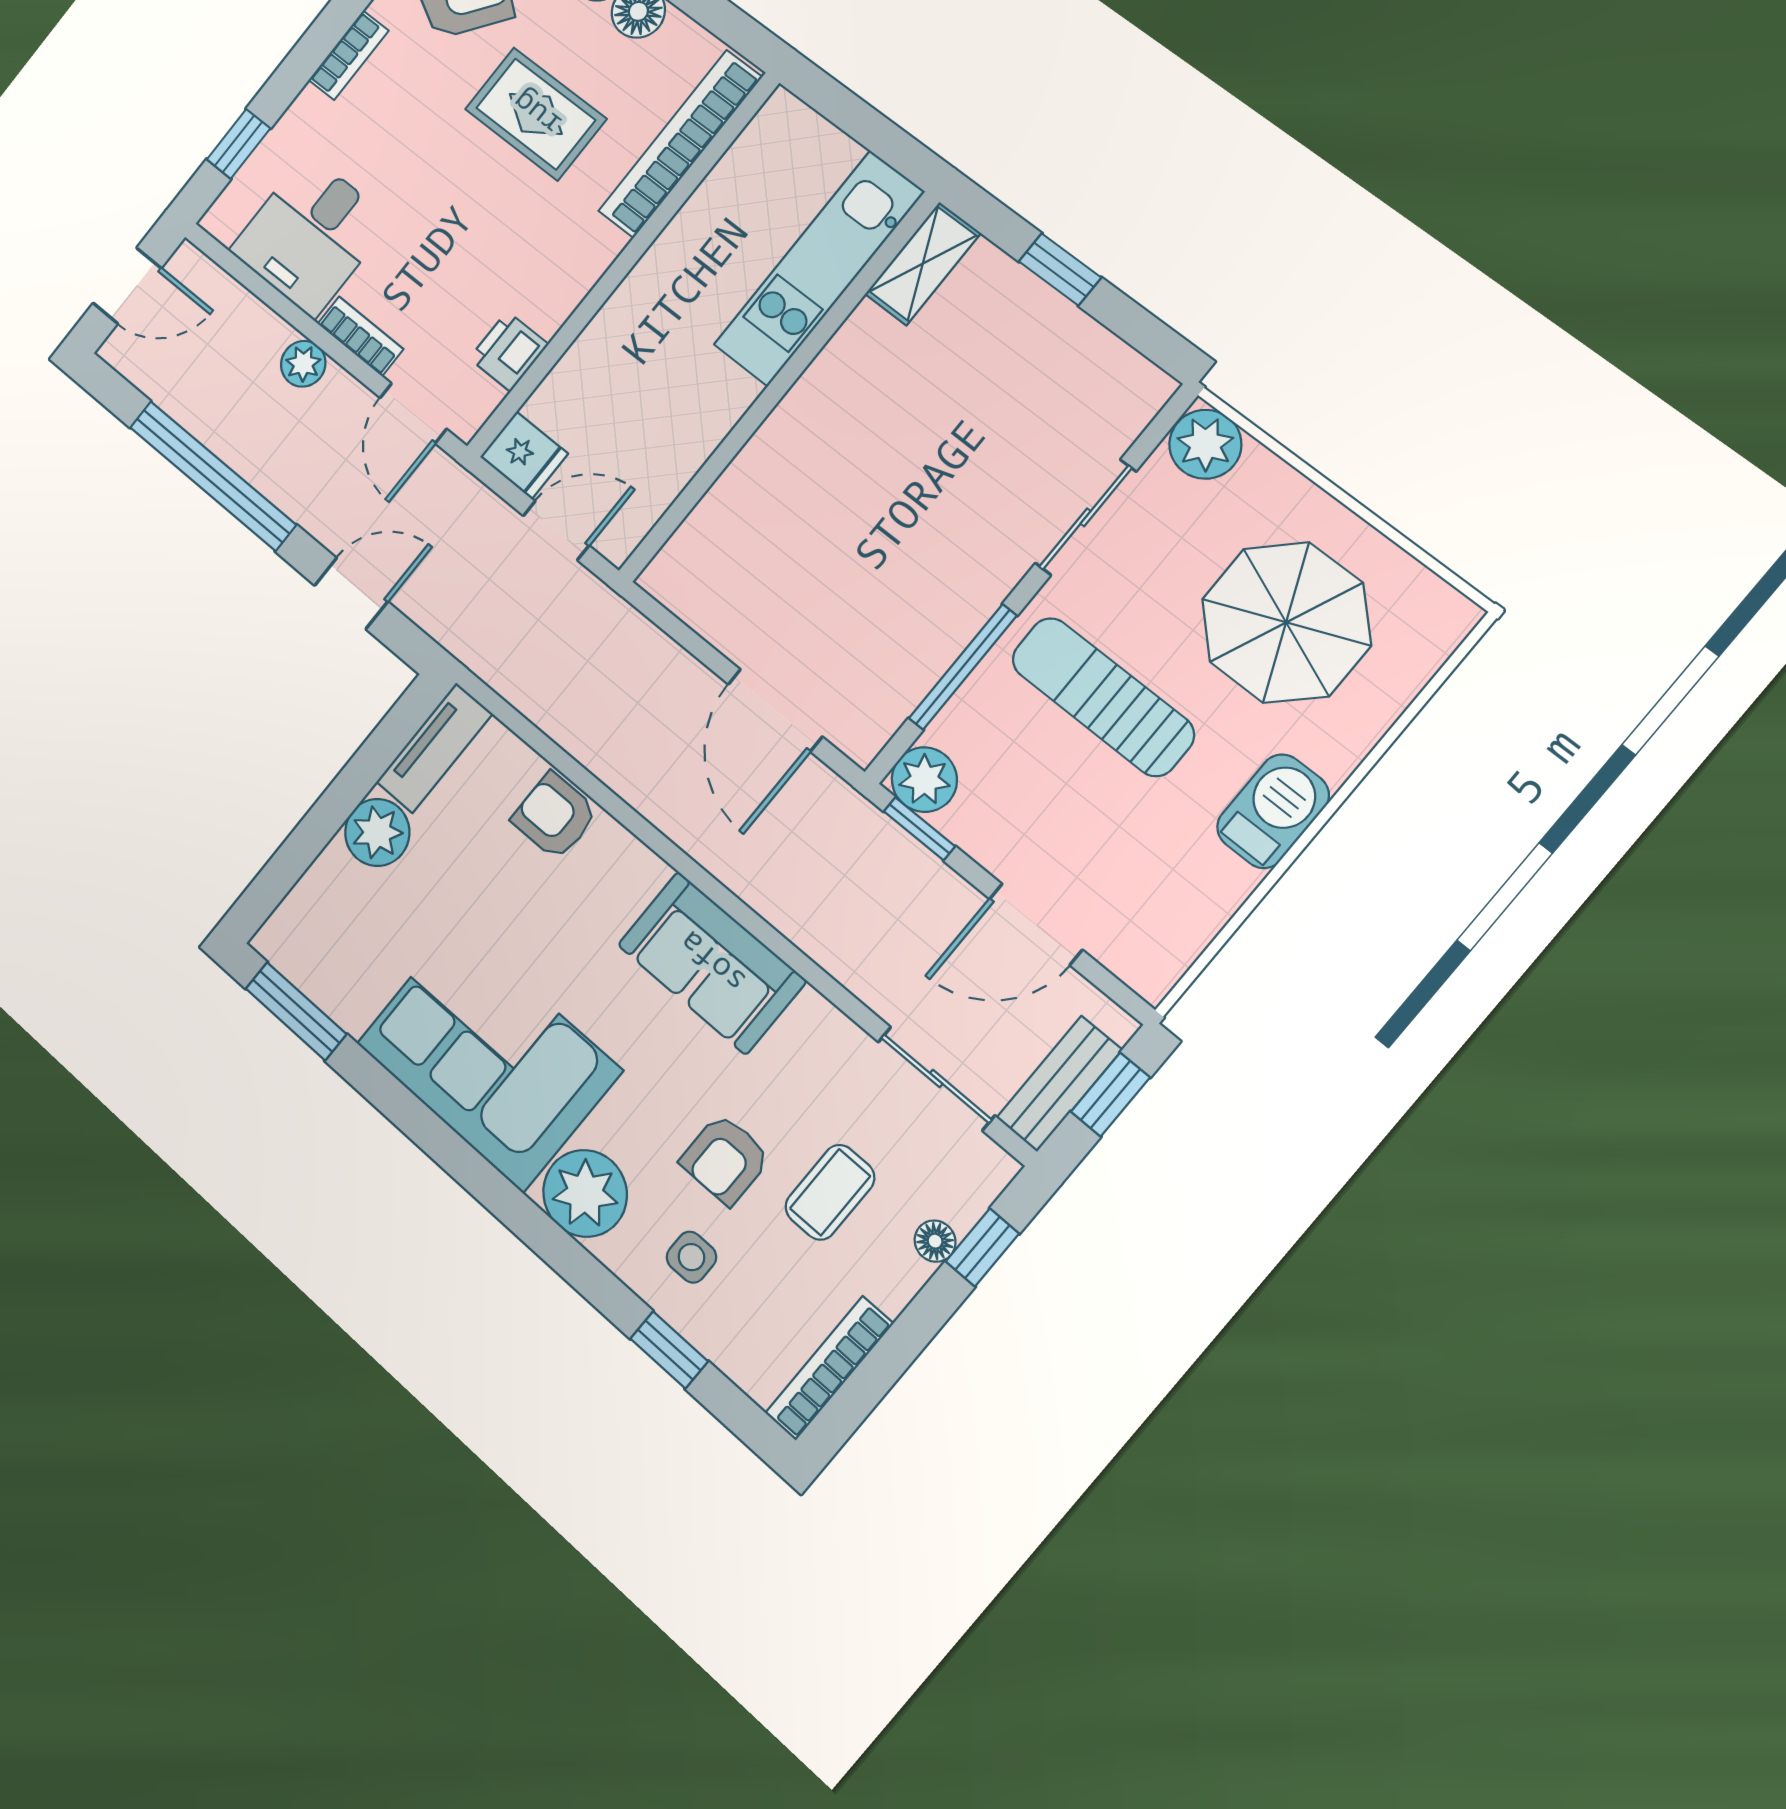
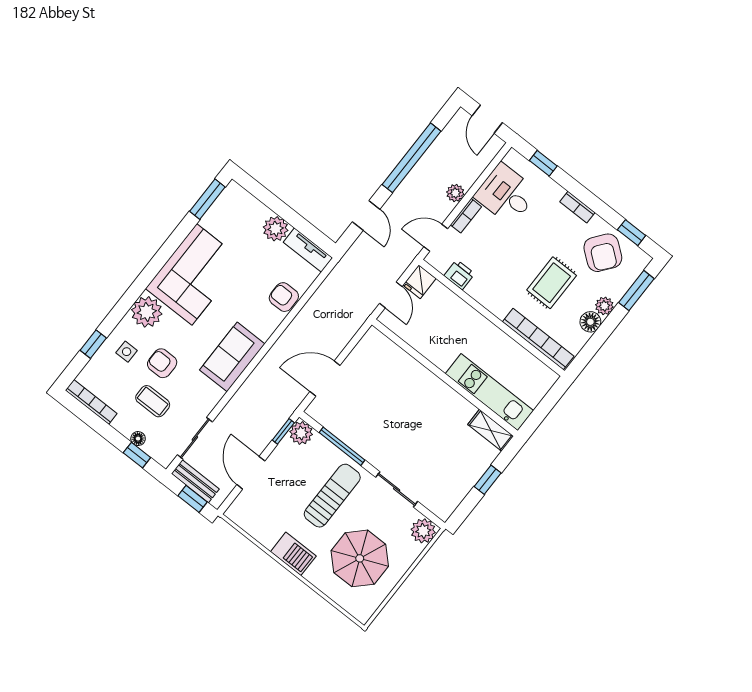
armchair: (555, 816) -> (284, 297), turned -90

